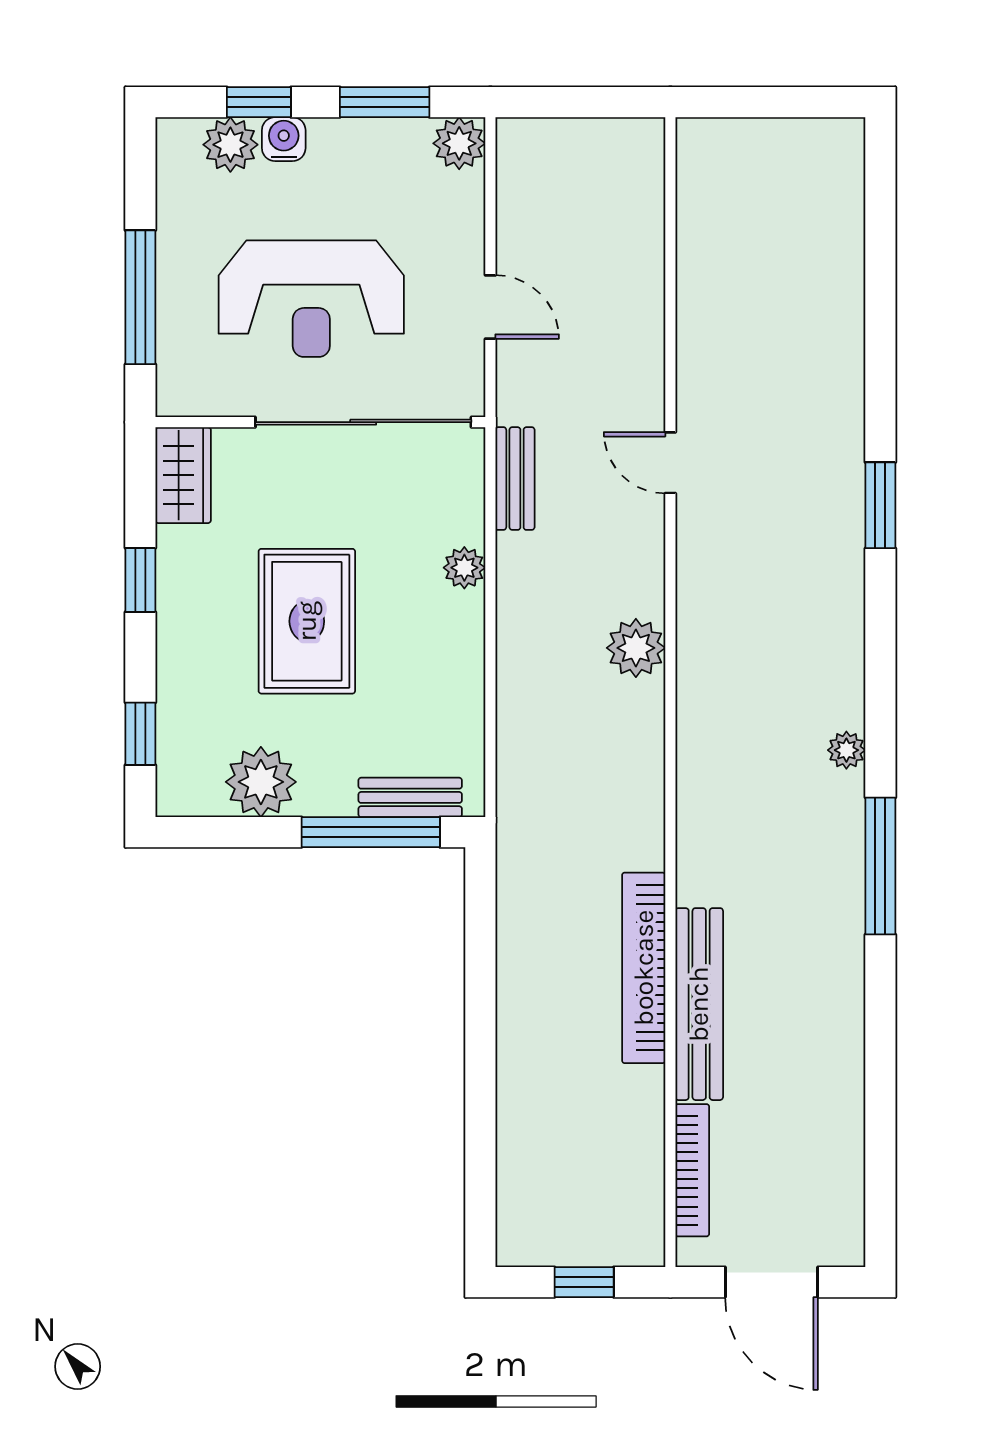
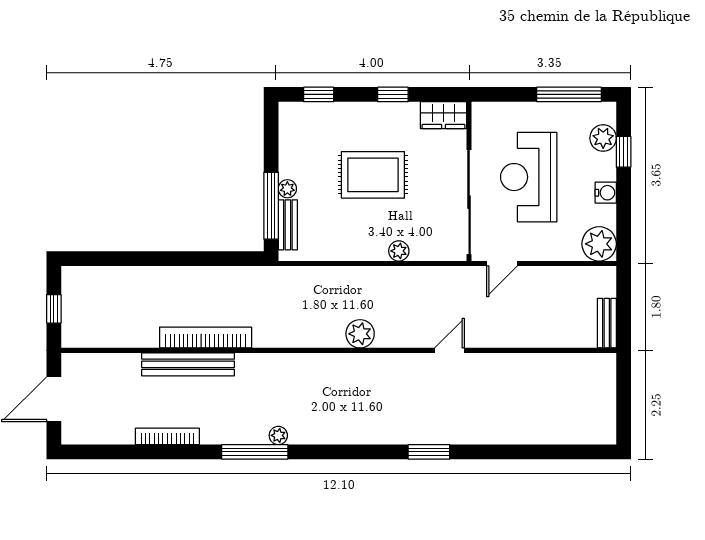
window: (385, 102) -> (624, 212), removed
water cooler: (284, 139) -> (606, 193), moved
plant: (459, 143) -> (599, 244), width x1.36, depth x1.36
window: (140, 297) -> (569, 94), moved
door: (490, 307) -> (502, 263), moved
bench: (515, 479) -> (607, 323), moved, turned 90
plant: (846, 750) -> (278, 435), moved
plant: (261, 782) -> (287, 189), moved, width x0.53, depth x0.53
bookcase: (692, 1170) -> (167, 436), moved, turned 180

